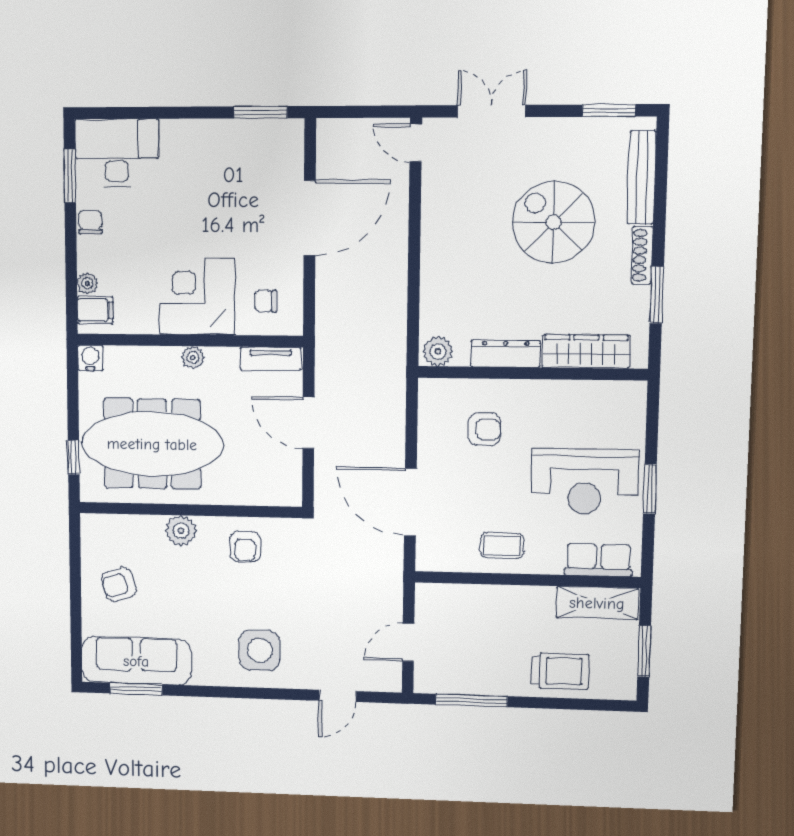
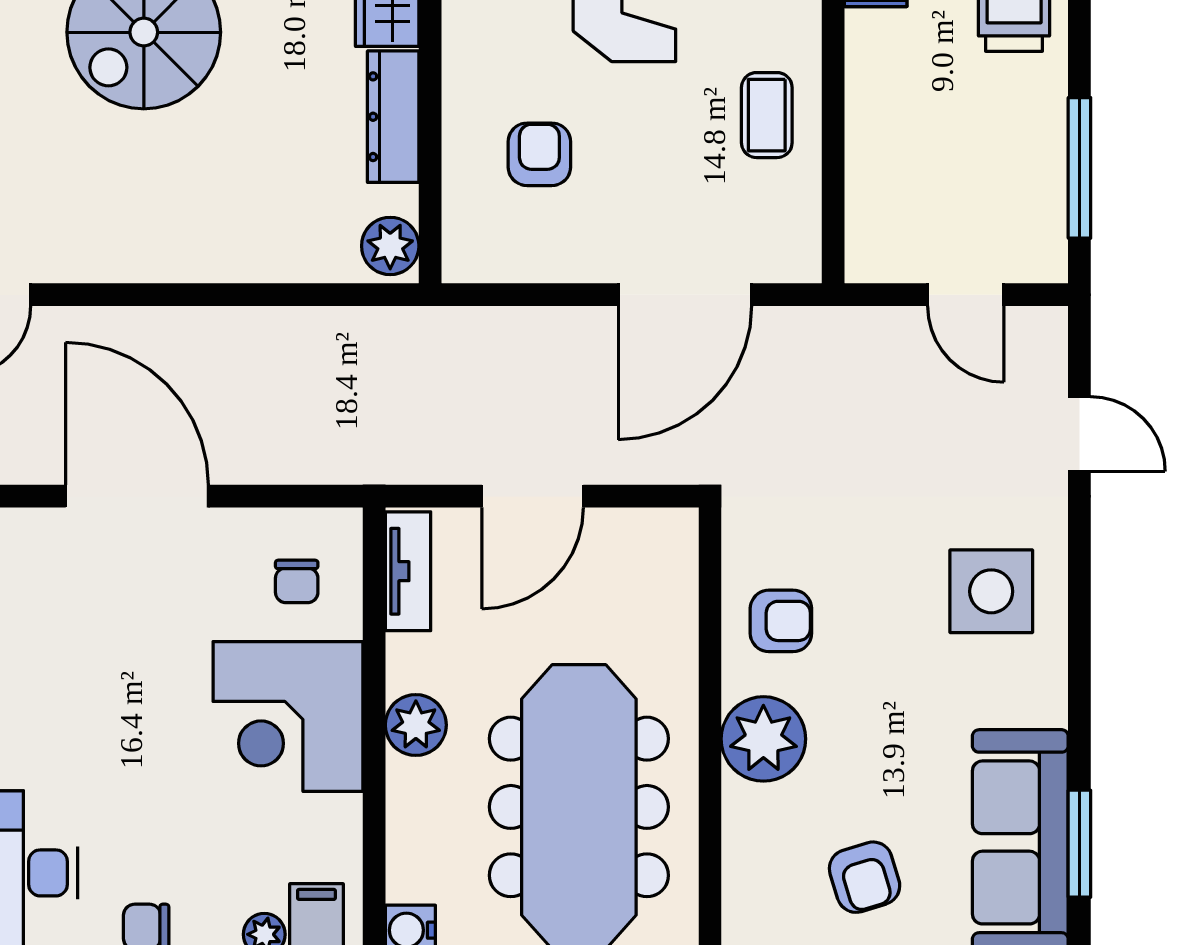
plant: (193, 358) -> (416, 725), width x1.38, depth x1.38
plant: (181, 531) -> (763, 739), width x1.36, depth x1.36

